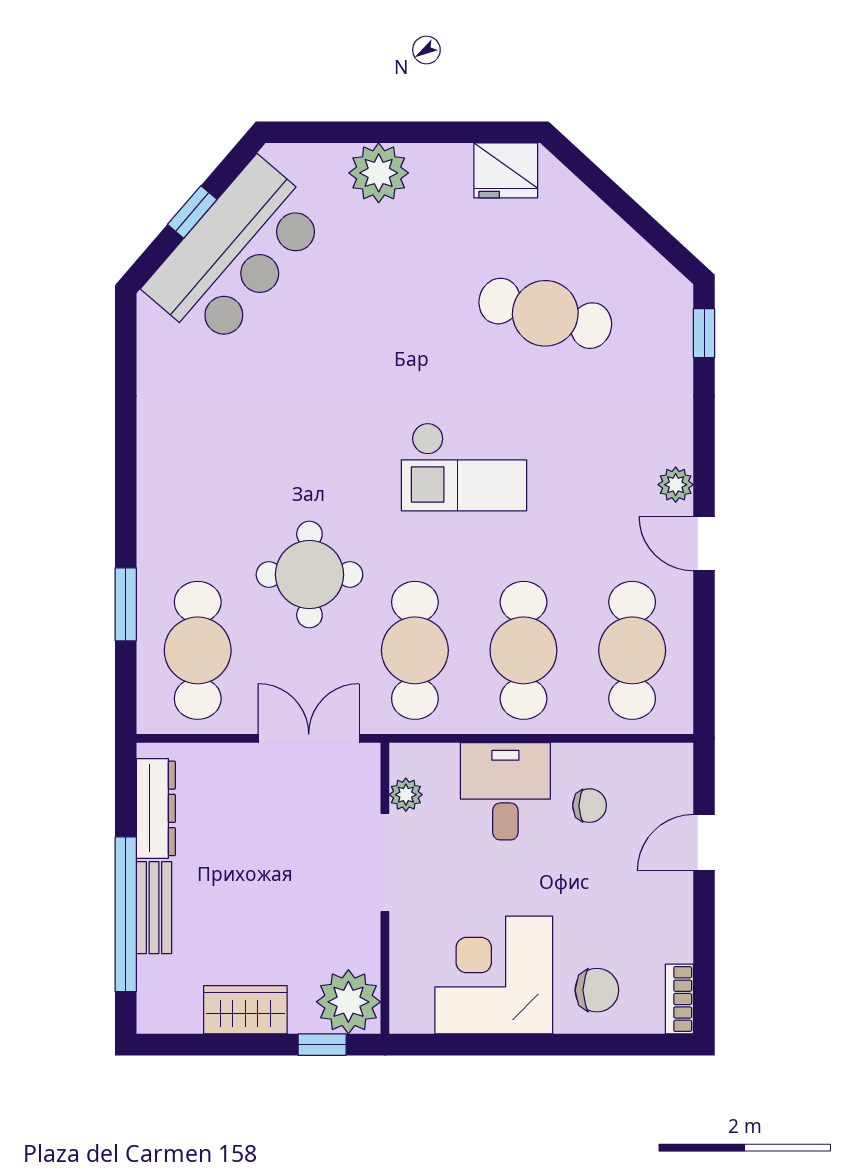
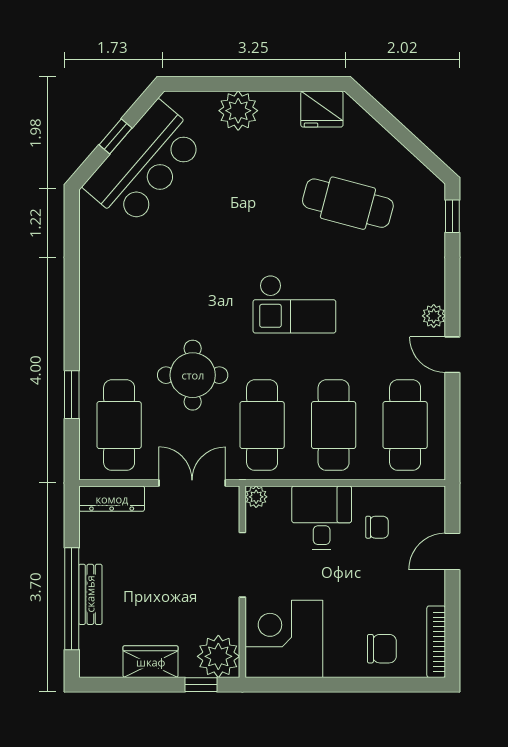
plant: (406, 795) -> (256, 497), moved
dresser: (156, 808) -> (112, 499), moved, turned 90
corner desk: (494, 975) -> (284, 639), moved
bookcase: (679, 999) -> (436, 642), width x1.56

